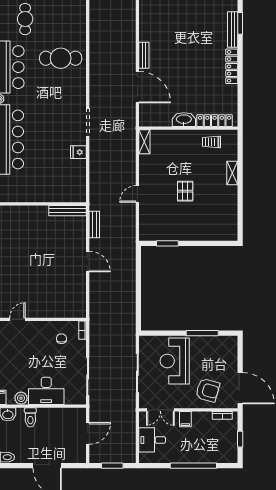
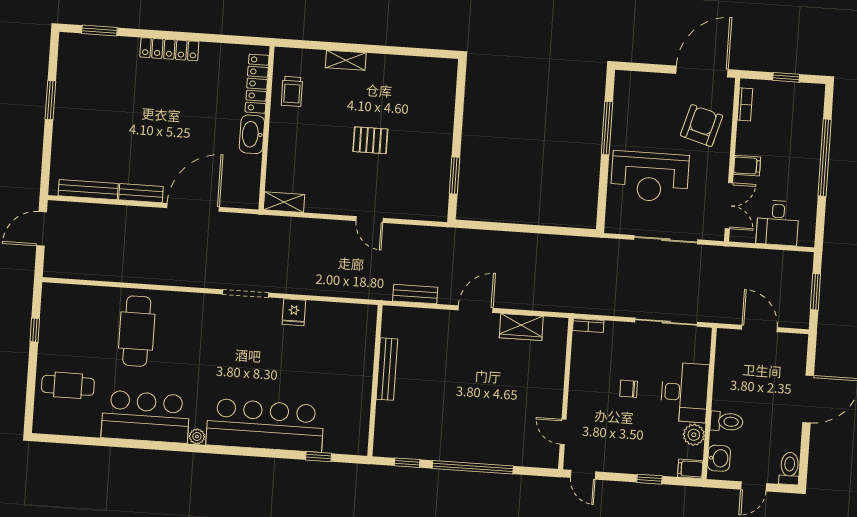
bench: (233, 29) -> (88, 190), moved
bench: (68, 211) -> (387, 369), moved
wardrobe: (79, 290) -> (521, 327), added
chair: (62, 339) -> (629, 389), moved

